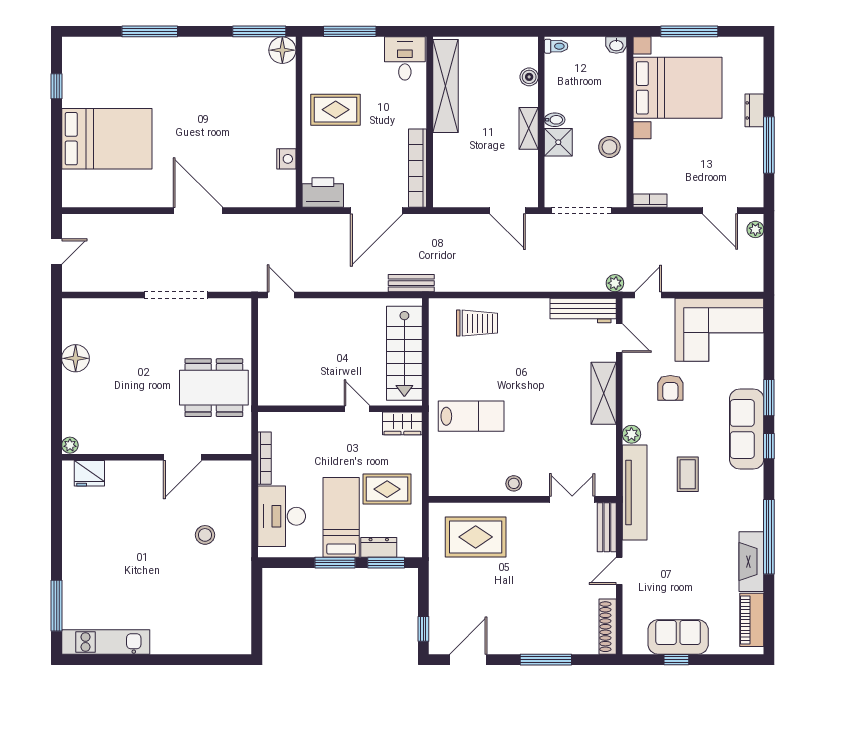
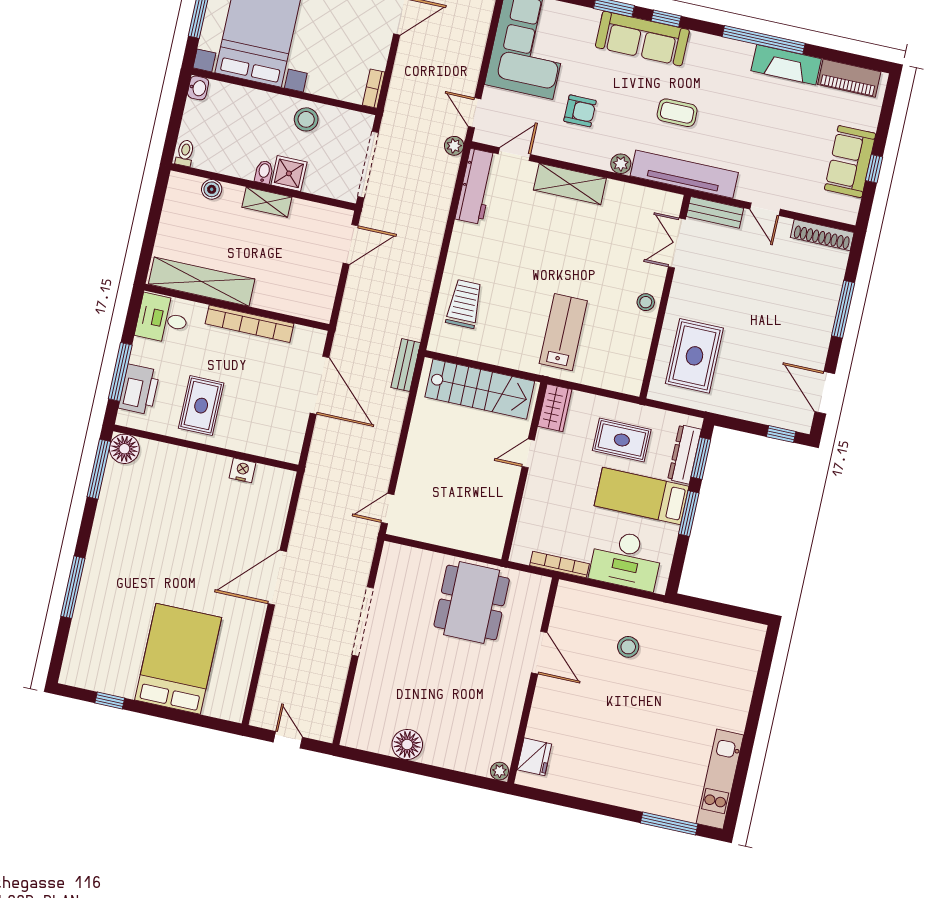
bookcase: (418, 168) -> (250, 324), moved
printer: (323, 193) -> (139, 389), moved, turned 180
rug: (387, 489) -> (622, 440), turned 90
dresser: (379, 547) -> (685, 454), width x1.44

